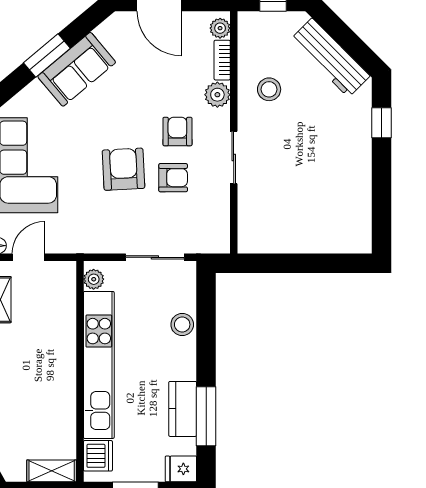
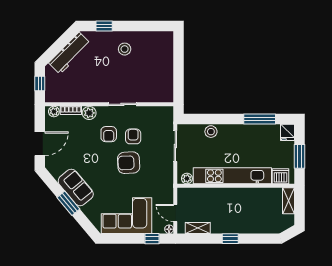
stool: (269, 89) -> (125, 49), moved
armchair: (177, 132) -> (109, 134), turned -90
kitchen counter: (183, 409) -> (256, 131), removed

